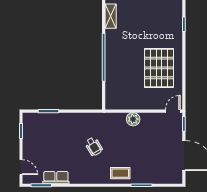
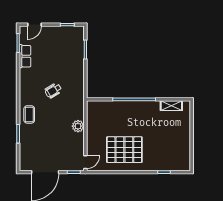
door: (173, 111) -> (85, 162), hinge flipped

